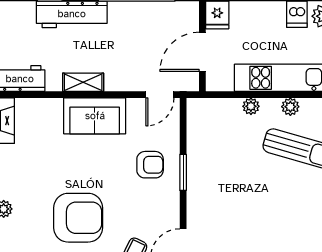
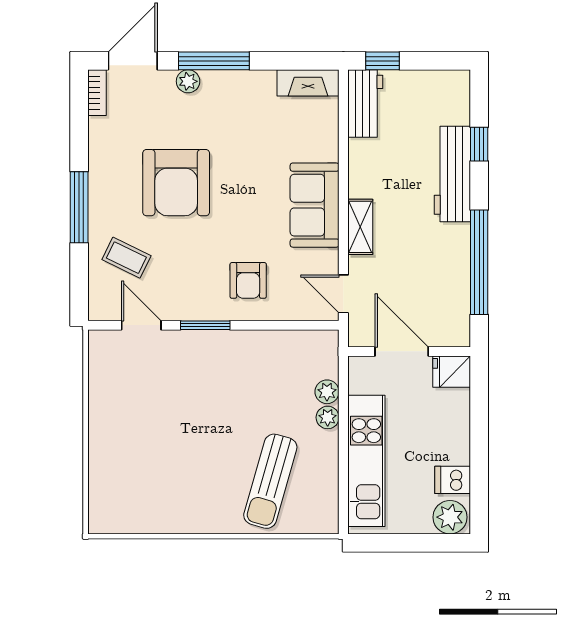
shelving: (83, 82) -> (360, 227), moved
plant: (290, 107) -> (327, 392), moved
window: (183, 172) -> (205, 325), moved

